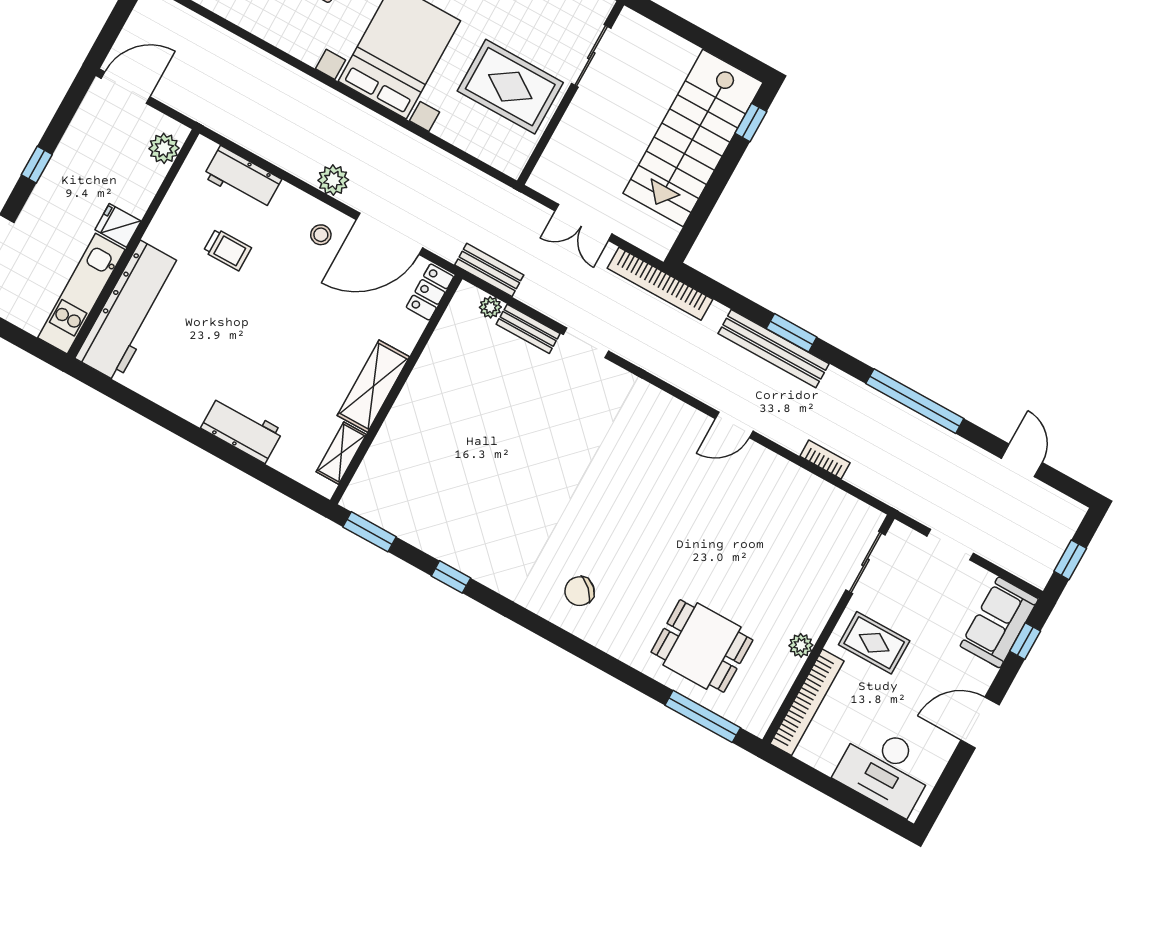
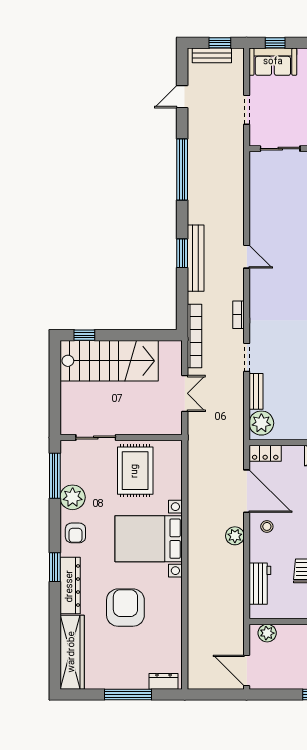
bench: (489, 270) -> (212, 55), moved, turned 90
plant: (490, 307) -> (261, 423), width x1.88, depth x1.88
bookcase: (825, 460) -> (238, 315), moved

